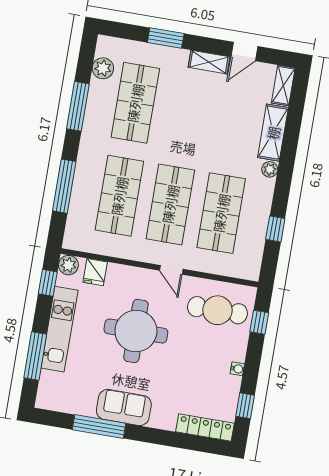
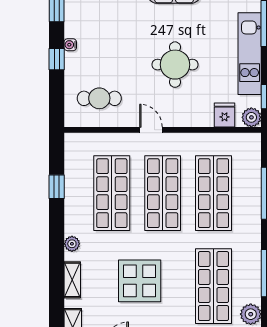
display table: (208, 121) -> (140, 281), added
shelving: (273, 133) -> (72, 280), width x0.67, depth x0.75
cafe table: (217, 310) -> (99, 98), width x0.73, depth x0.74
window: (259, 322) -> (57, 59), moved
round table: (136, 331) -> (175, 65), width x0.73, depth x0.73

